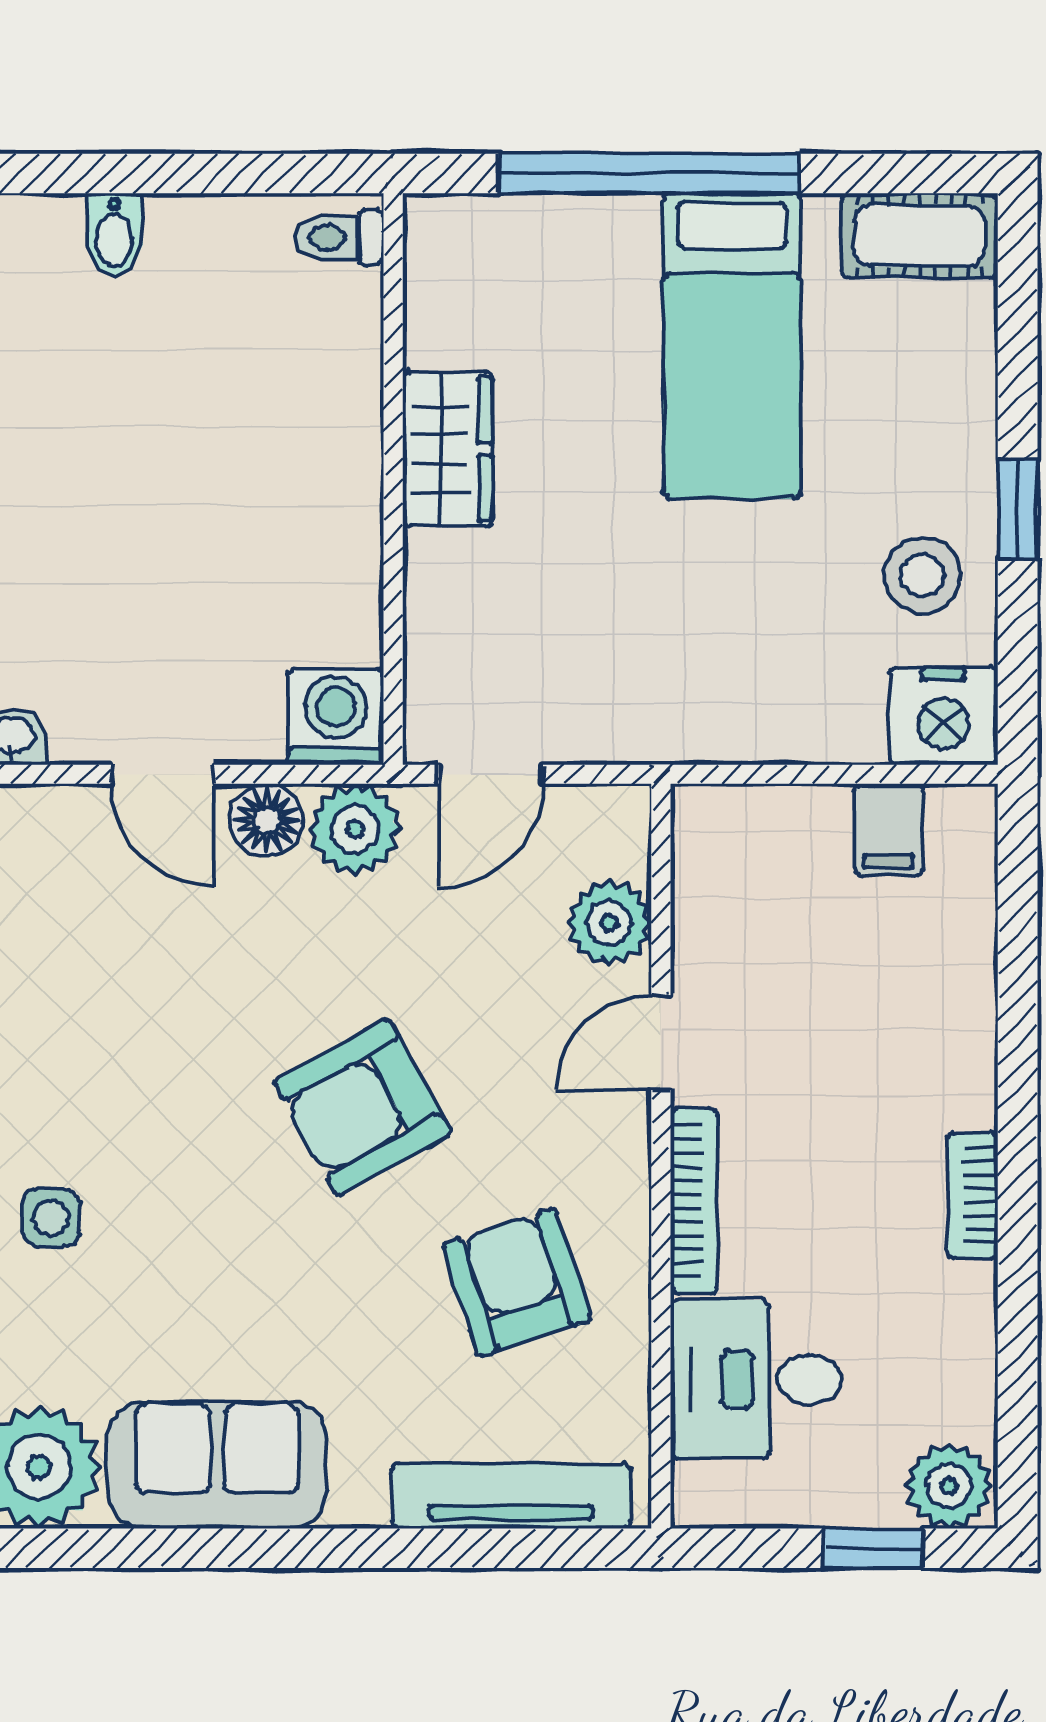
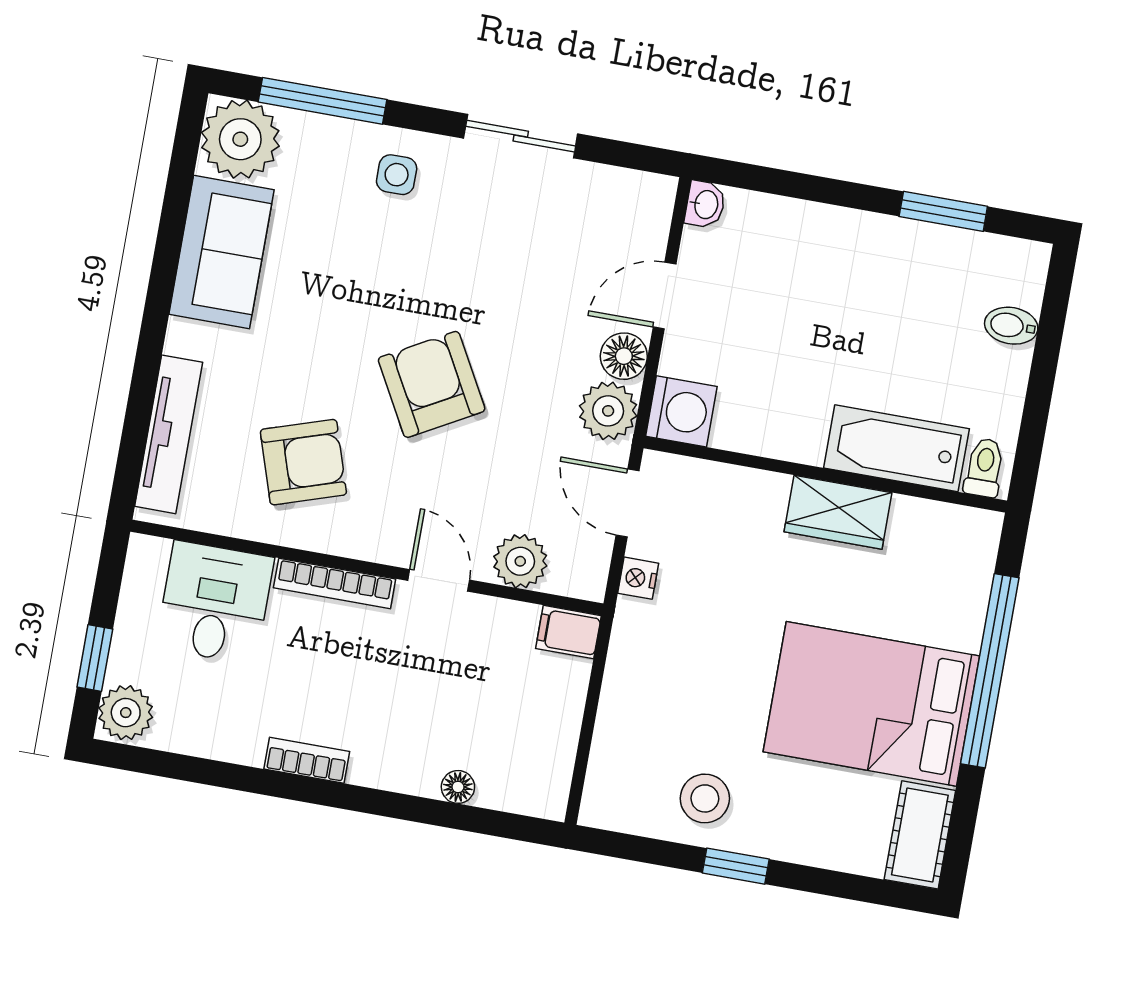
bed: (732, 346) -> (871, 704), width x1.50
bathtub: (334, 377) -> (896, 448), added
nightstand: (943, 716) -> (638, 578), moved, width x0.53, depth x0.56
filing cabinet: (889, 829) -> (569, 632), moved
floor lamp: (972, 957) -> (458, 787), added

